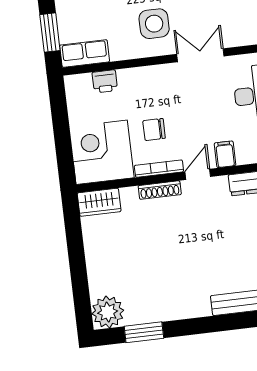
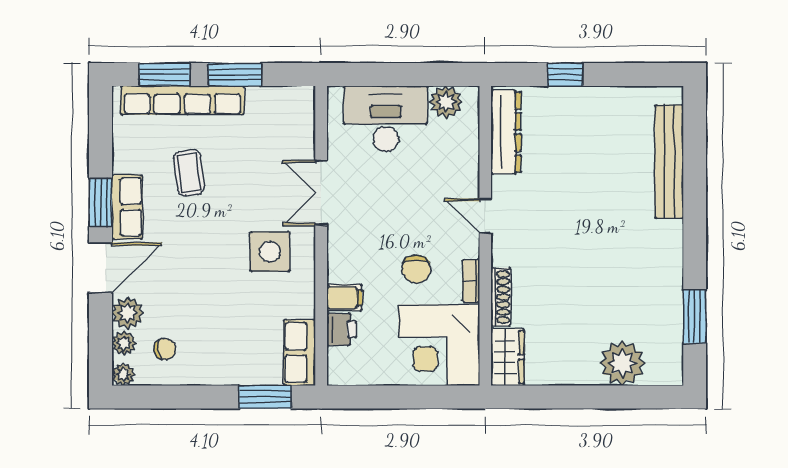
filing cabinet: (225, 154) -> (344, 298), moved, turned 180
bookcase: (159, 169) -> (471, 281), width x0.64
shoe rack: (160, 190) -> (501, 297), moved
plant: (108, 312) -> (623, 363), moved

